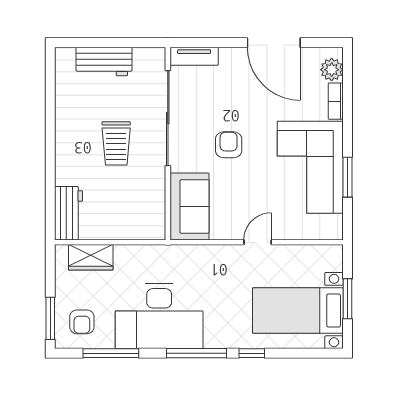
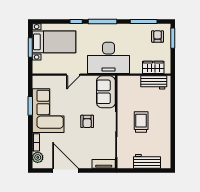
workbench: (69, 213) -> (154, 82), moved, turned -90
desk: (159, 316) -> (109, 58), moved, turned 180

